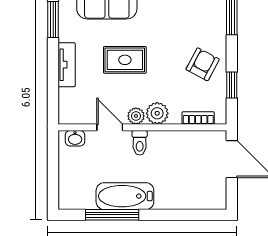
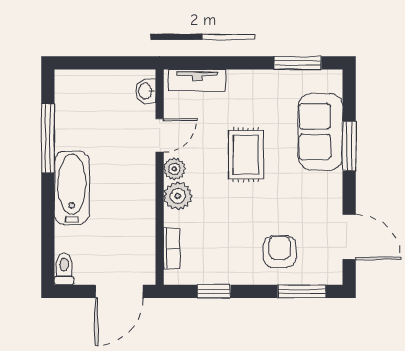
armchair: (203, 64) -> (280, 252), moved, turned -118
tv unit: (67, 65) -> (197, 80), moved
toilet: (140, 143) -> (64, 269), moved, turned 90
bathtub: (125, 196) -> (72, 188), moved

